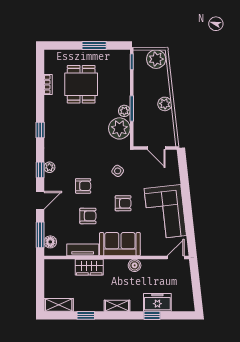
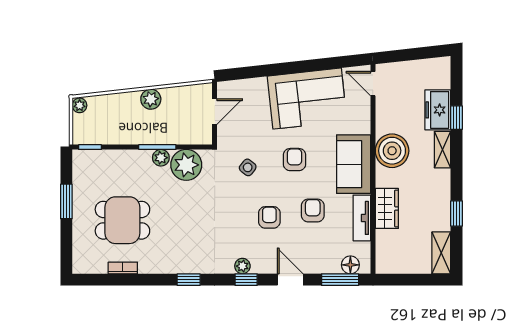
plant: (156, 59) -> (80, 105), width x0.53, depth x0.53
boiler: (135, 265) -> (392, 151), width x1.86, depth x1.86
shelving: (117, 306) -> (443, 150), moved

